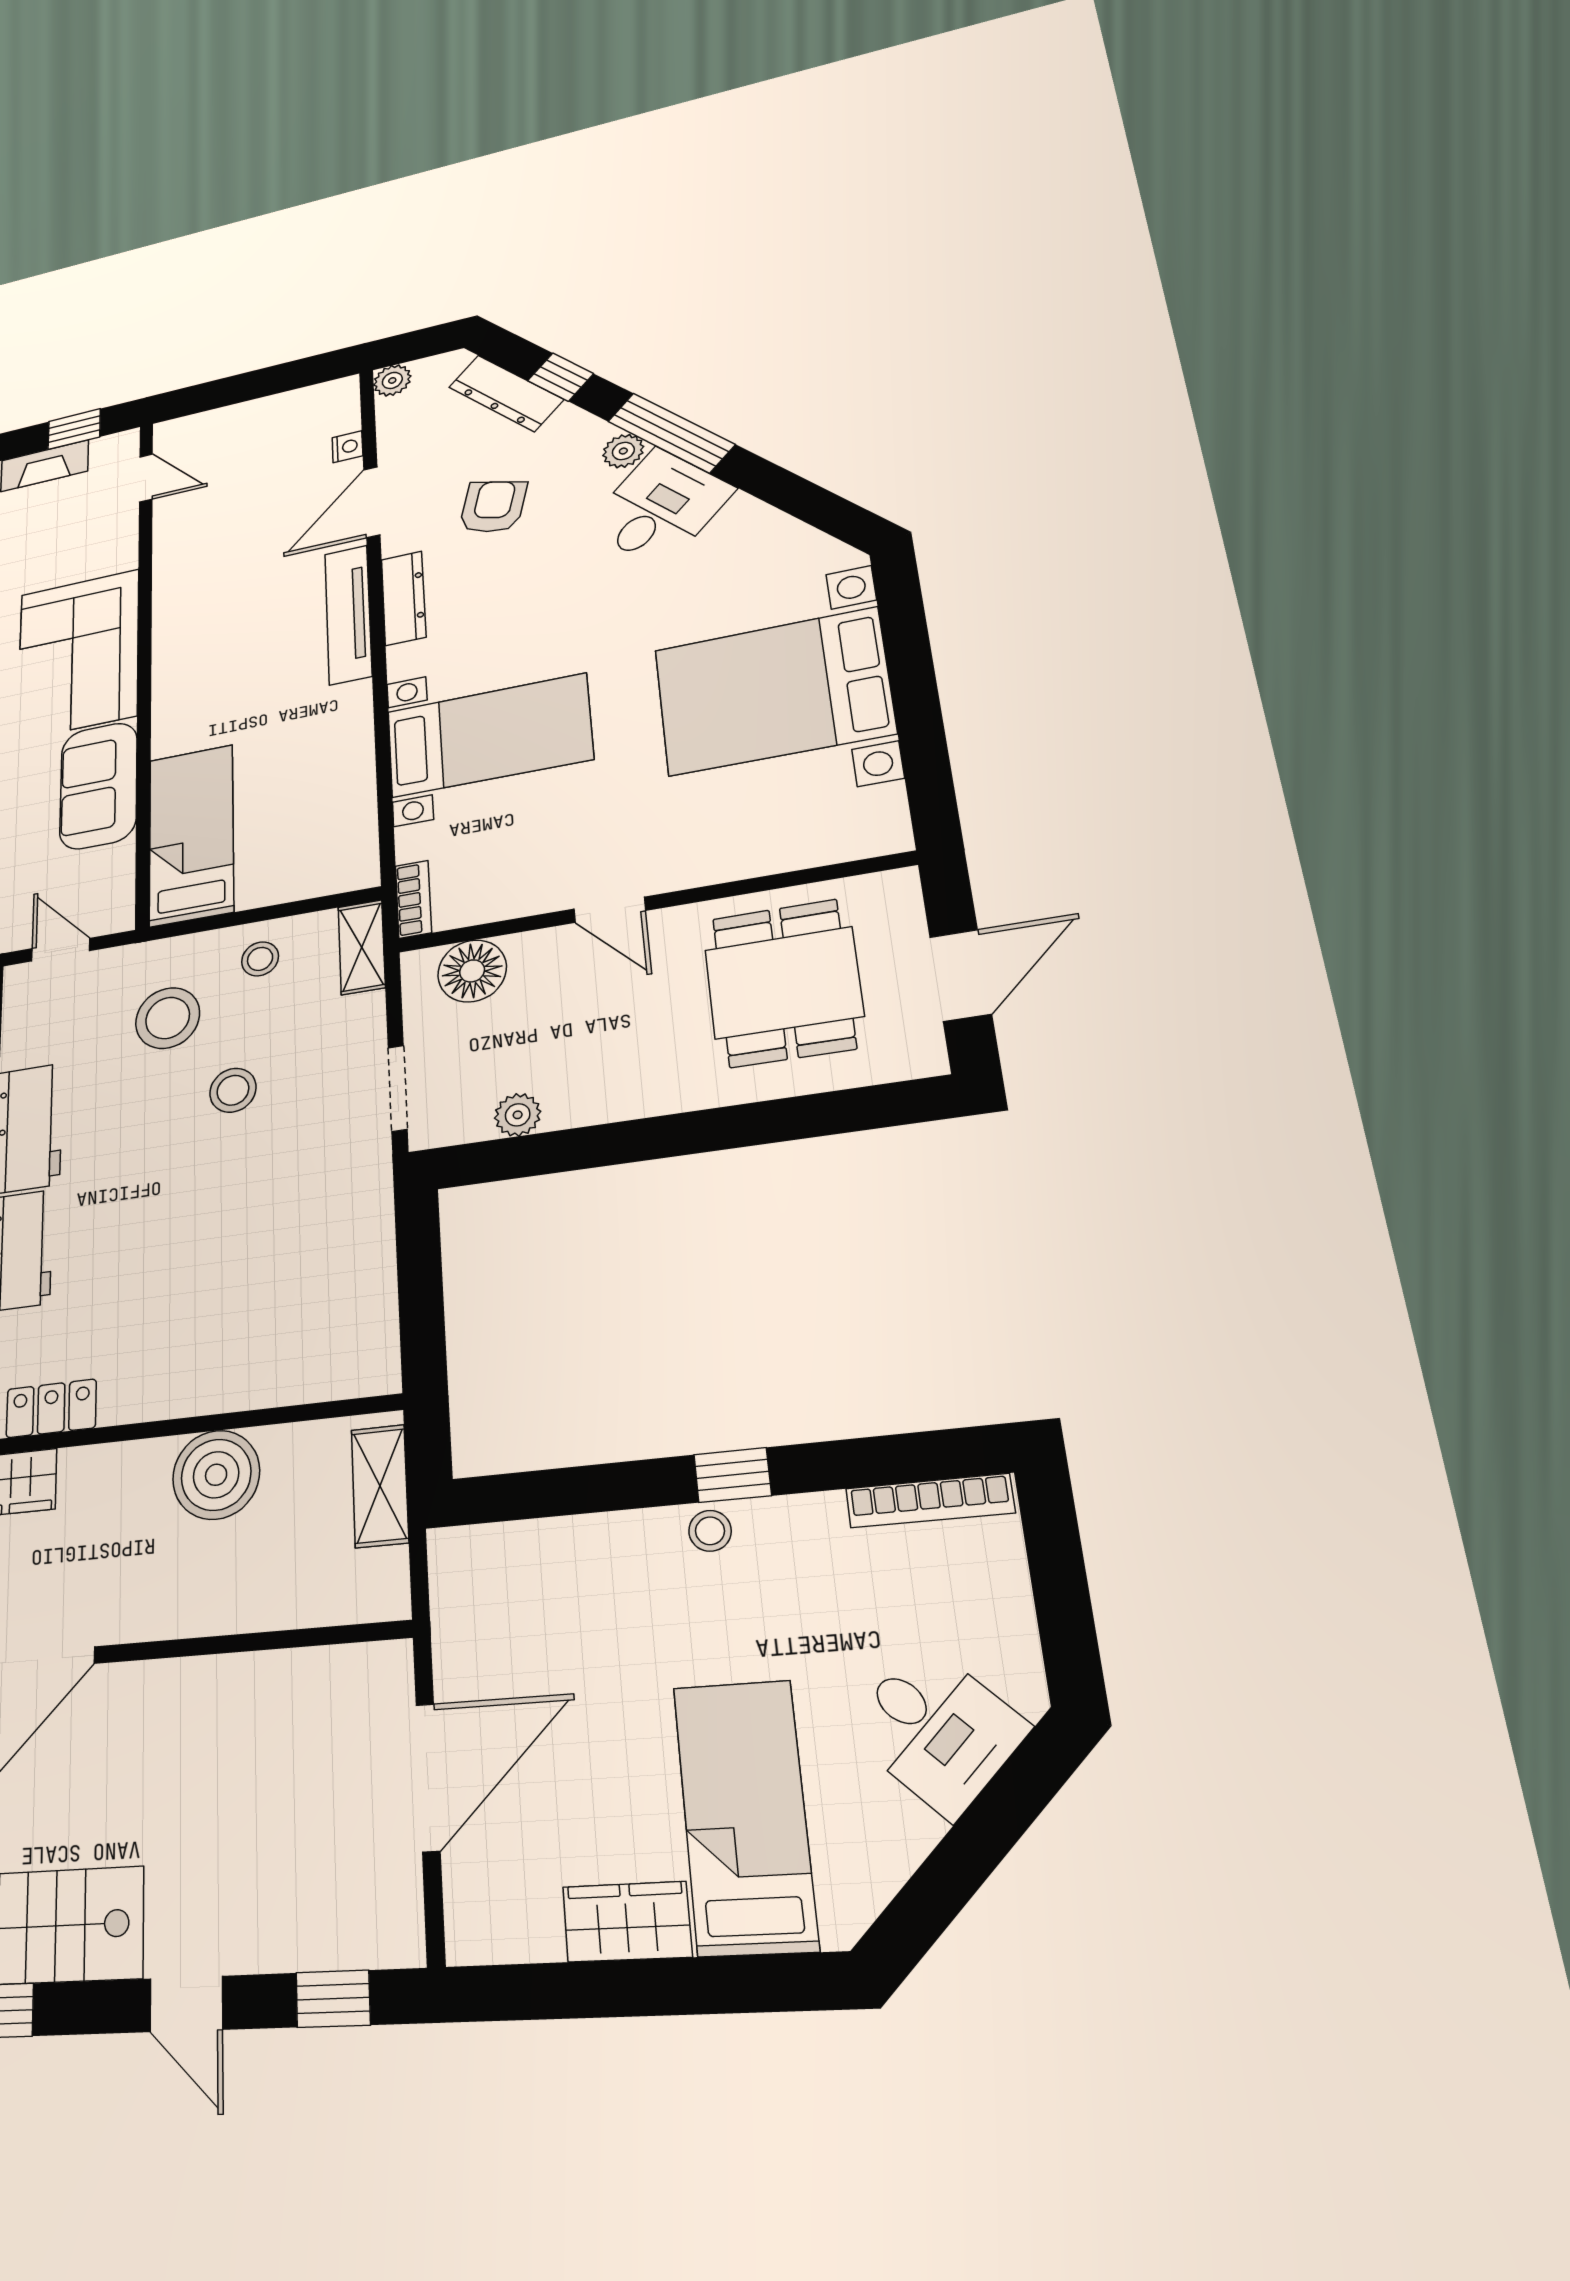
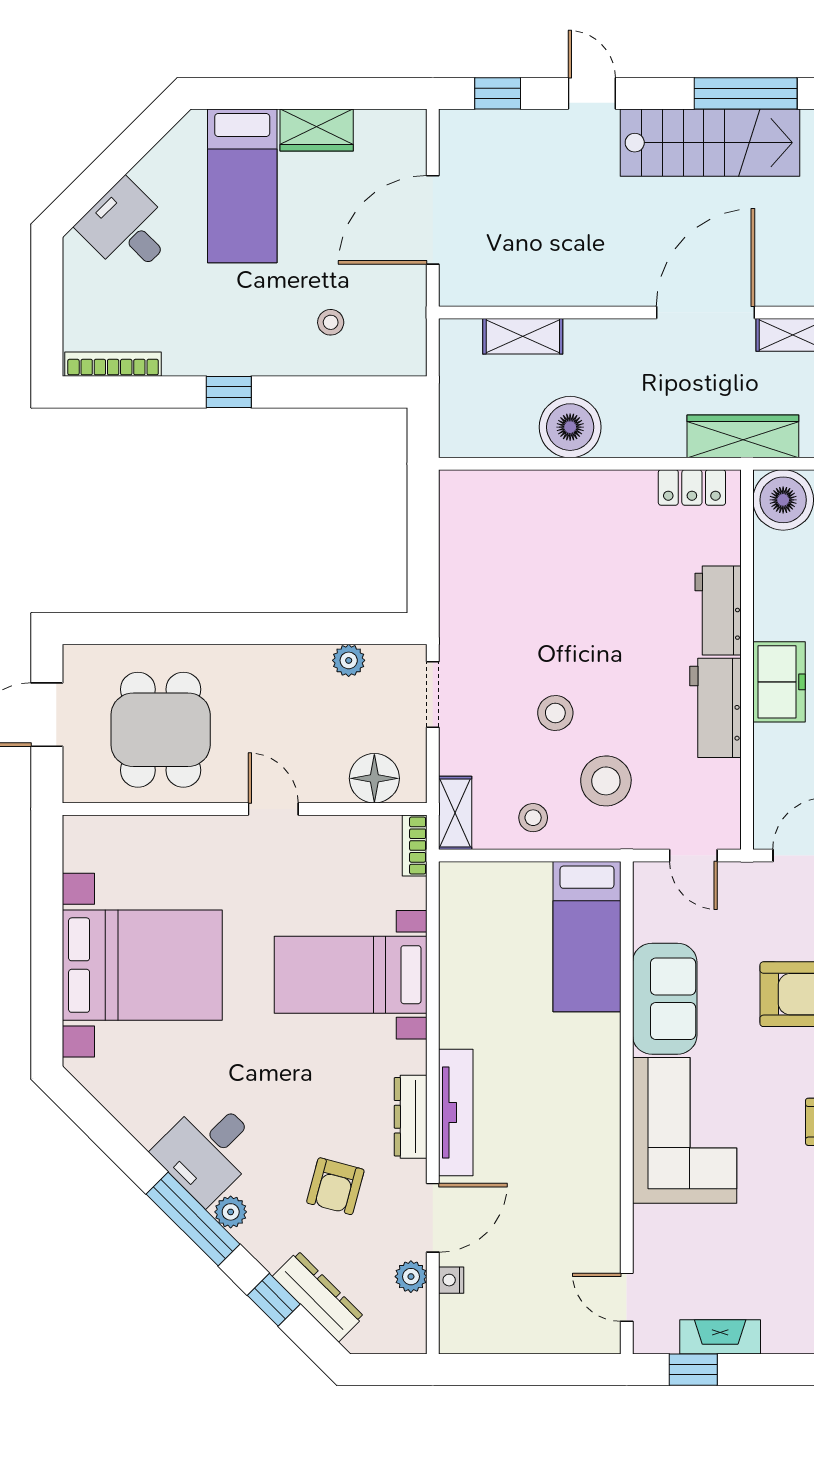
plant: (392, 380) -> (411, 1277), moved
shelving: (380, 1486) -> (523, 336), moved, turned 90
stool: (710, 1531) -> (331, 322), moved

